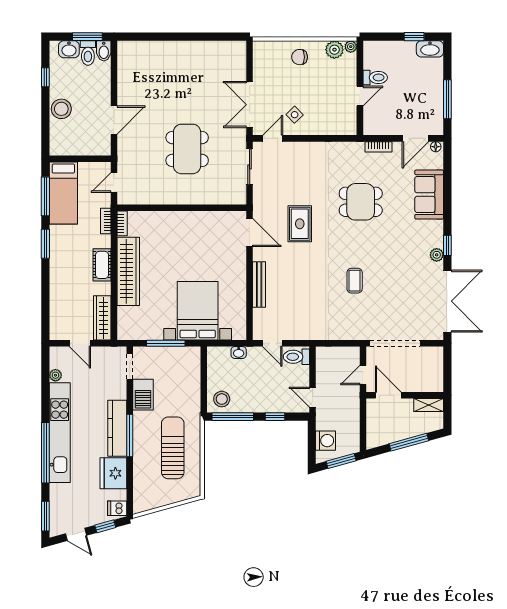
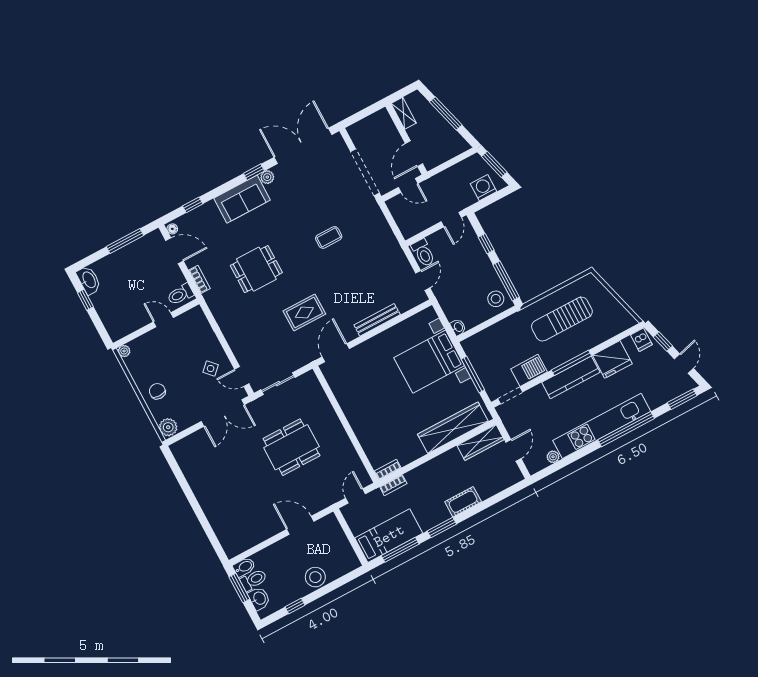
plant: (334, 50) -> (168, 427), moved
chair: (300, 57) -> (157, 391), turned 180
toilet: (375, 77) -> (180, 294), moved, turned -90
window: (447, 176) -> (193, 205), added
door: (114, 183) -> (355, 496), swing flipped
sofa: (429, 195) -> (242, 199), moved
dining table: (361, 202) -> (256, 269), turned 90
cot: (102, 265) -> (463, 502), moved
wardrobe: (128, 271) -> (453, 428), moved
washbasin: (239, 352) -> (458, 327), moved

